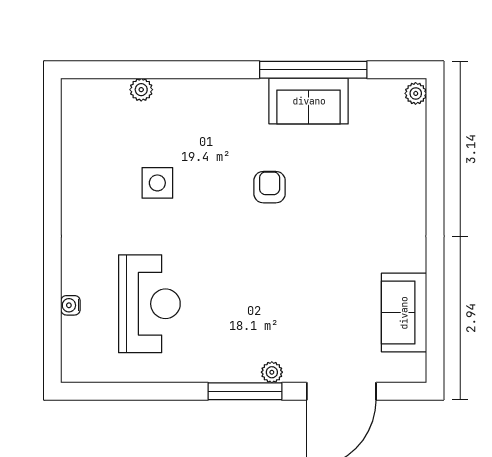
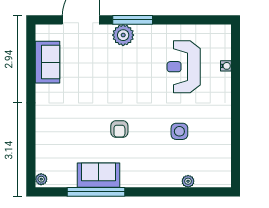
plant: (272, 372) -> (123, 35), width x1.88, depth x1.88

